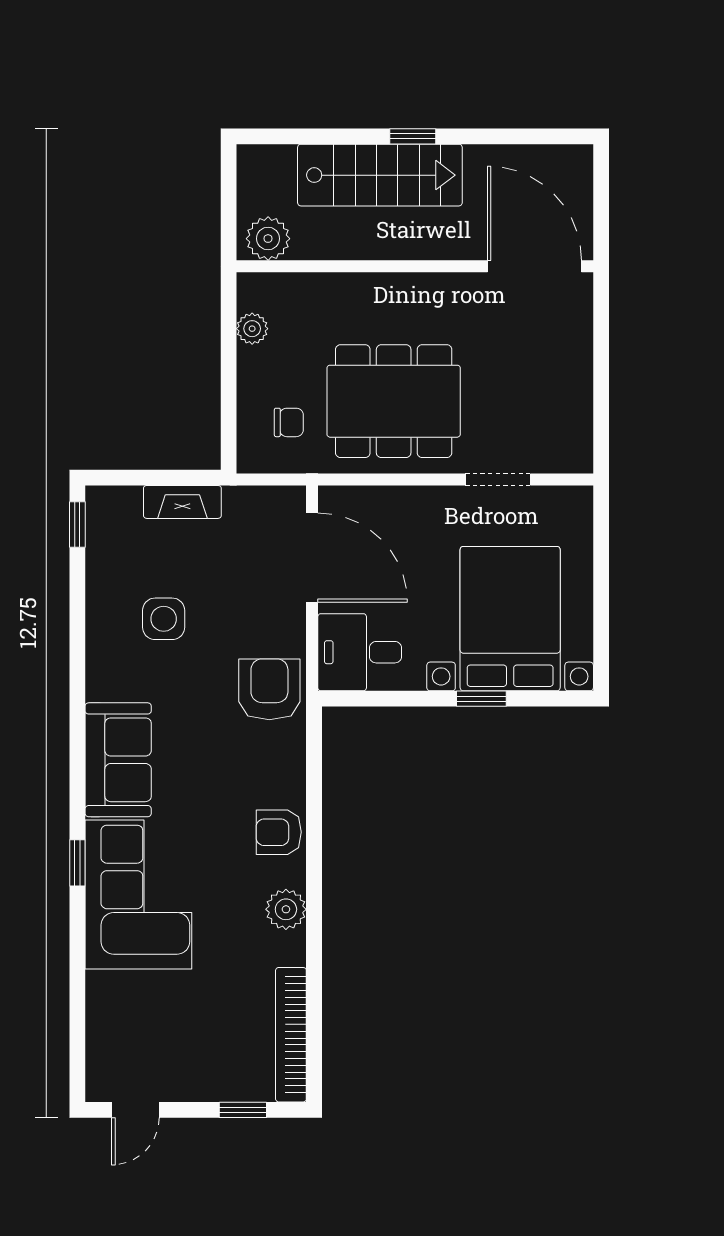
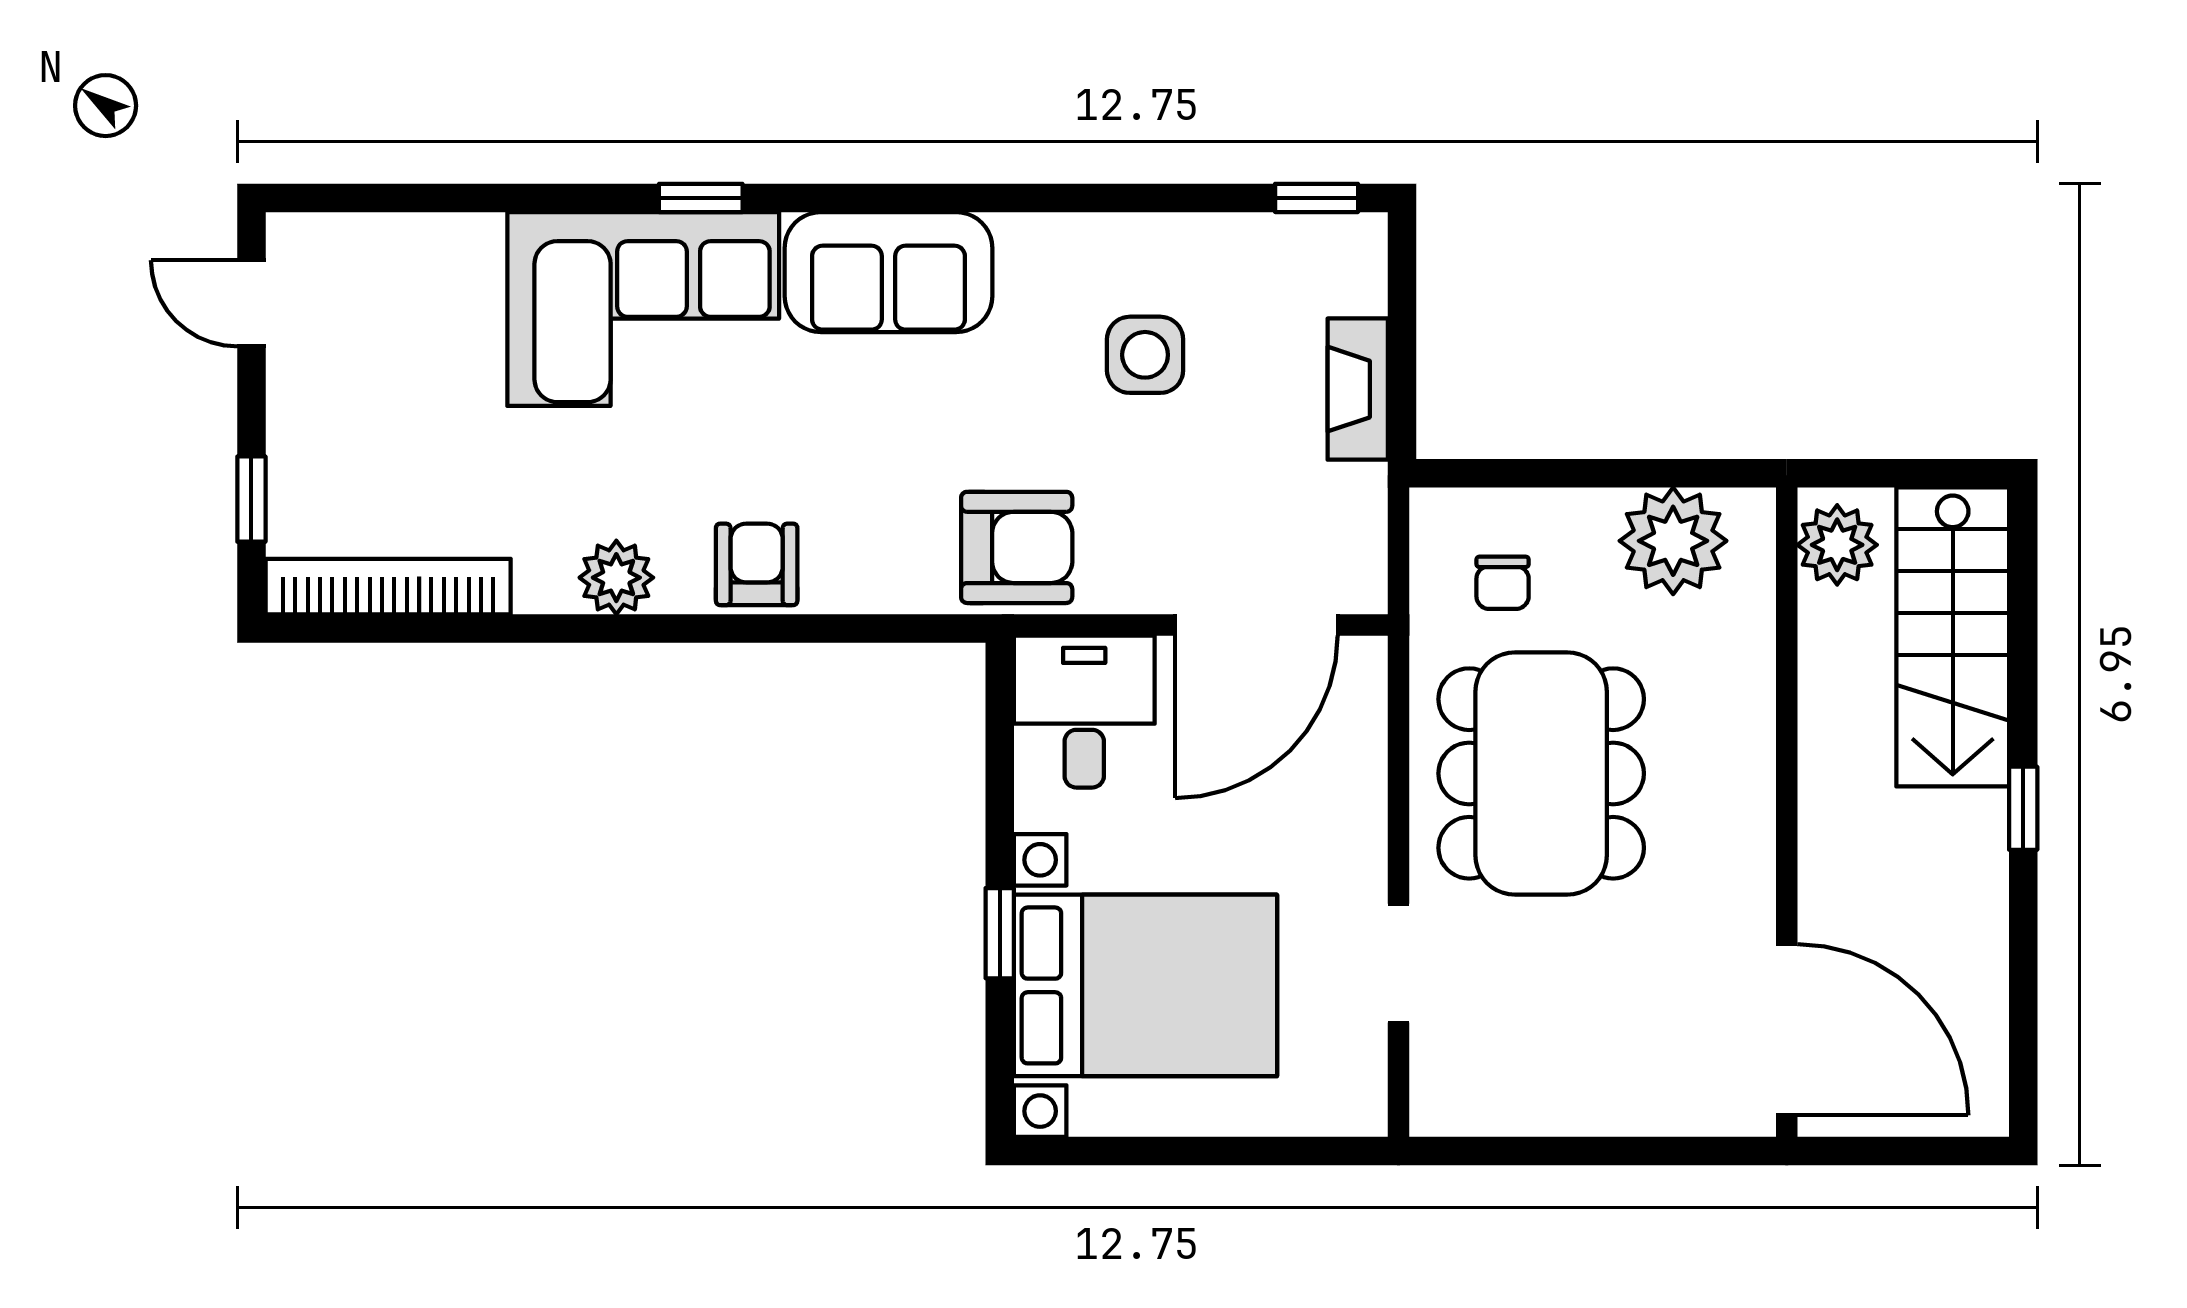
stairs: (380, 175) -> (1953, 637), moved
door: (534, 266) -> (1787, 1030), hinge flipped
plant: (252, 329) -> (1673, 541), width x1.88, depth x1.88

